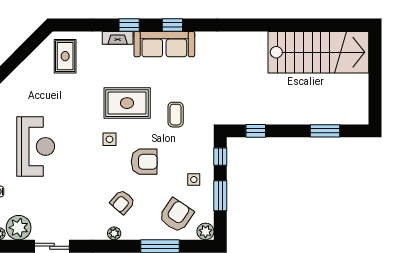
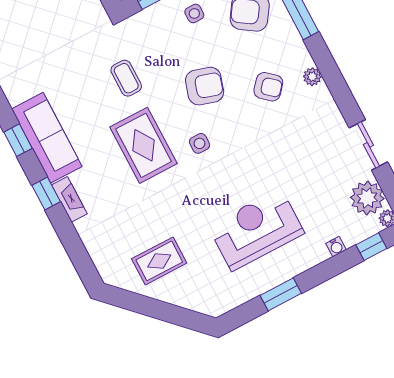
rug: (65, 56) -> (159, 261), moved
coffee table: (176, 115) -> (126, 78), turned 90
armchair: (144, 162) -> (205, 86), turned 107

